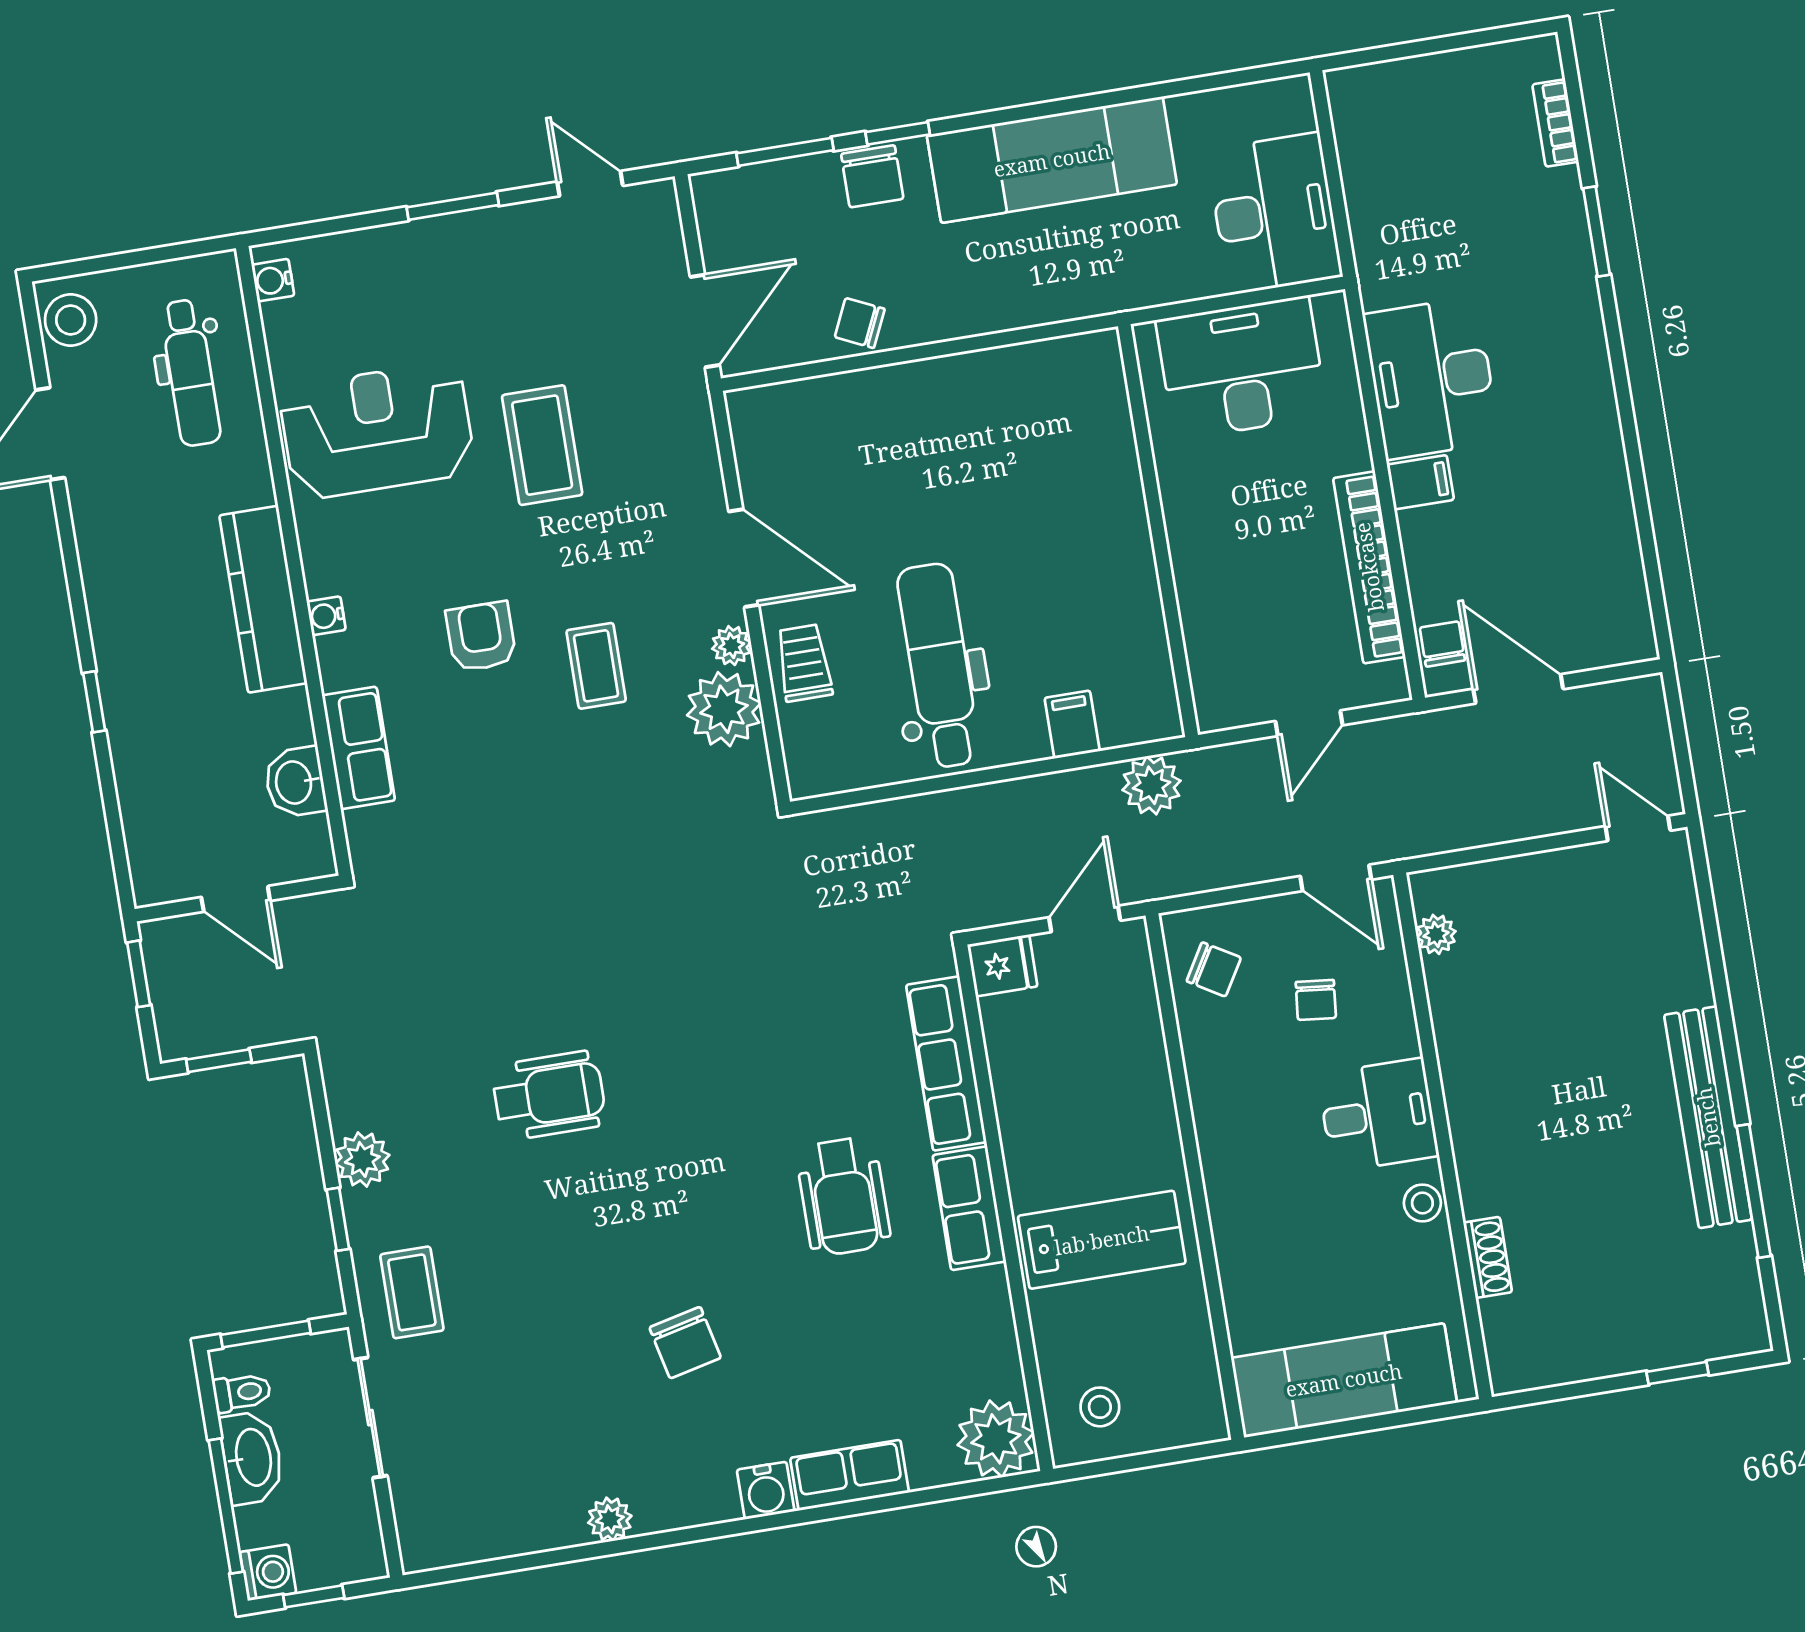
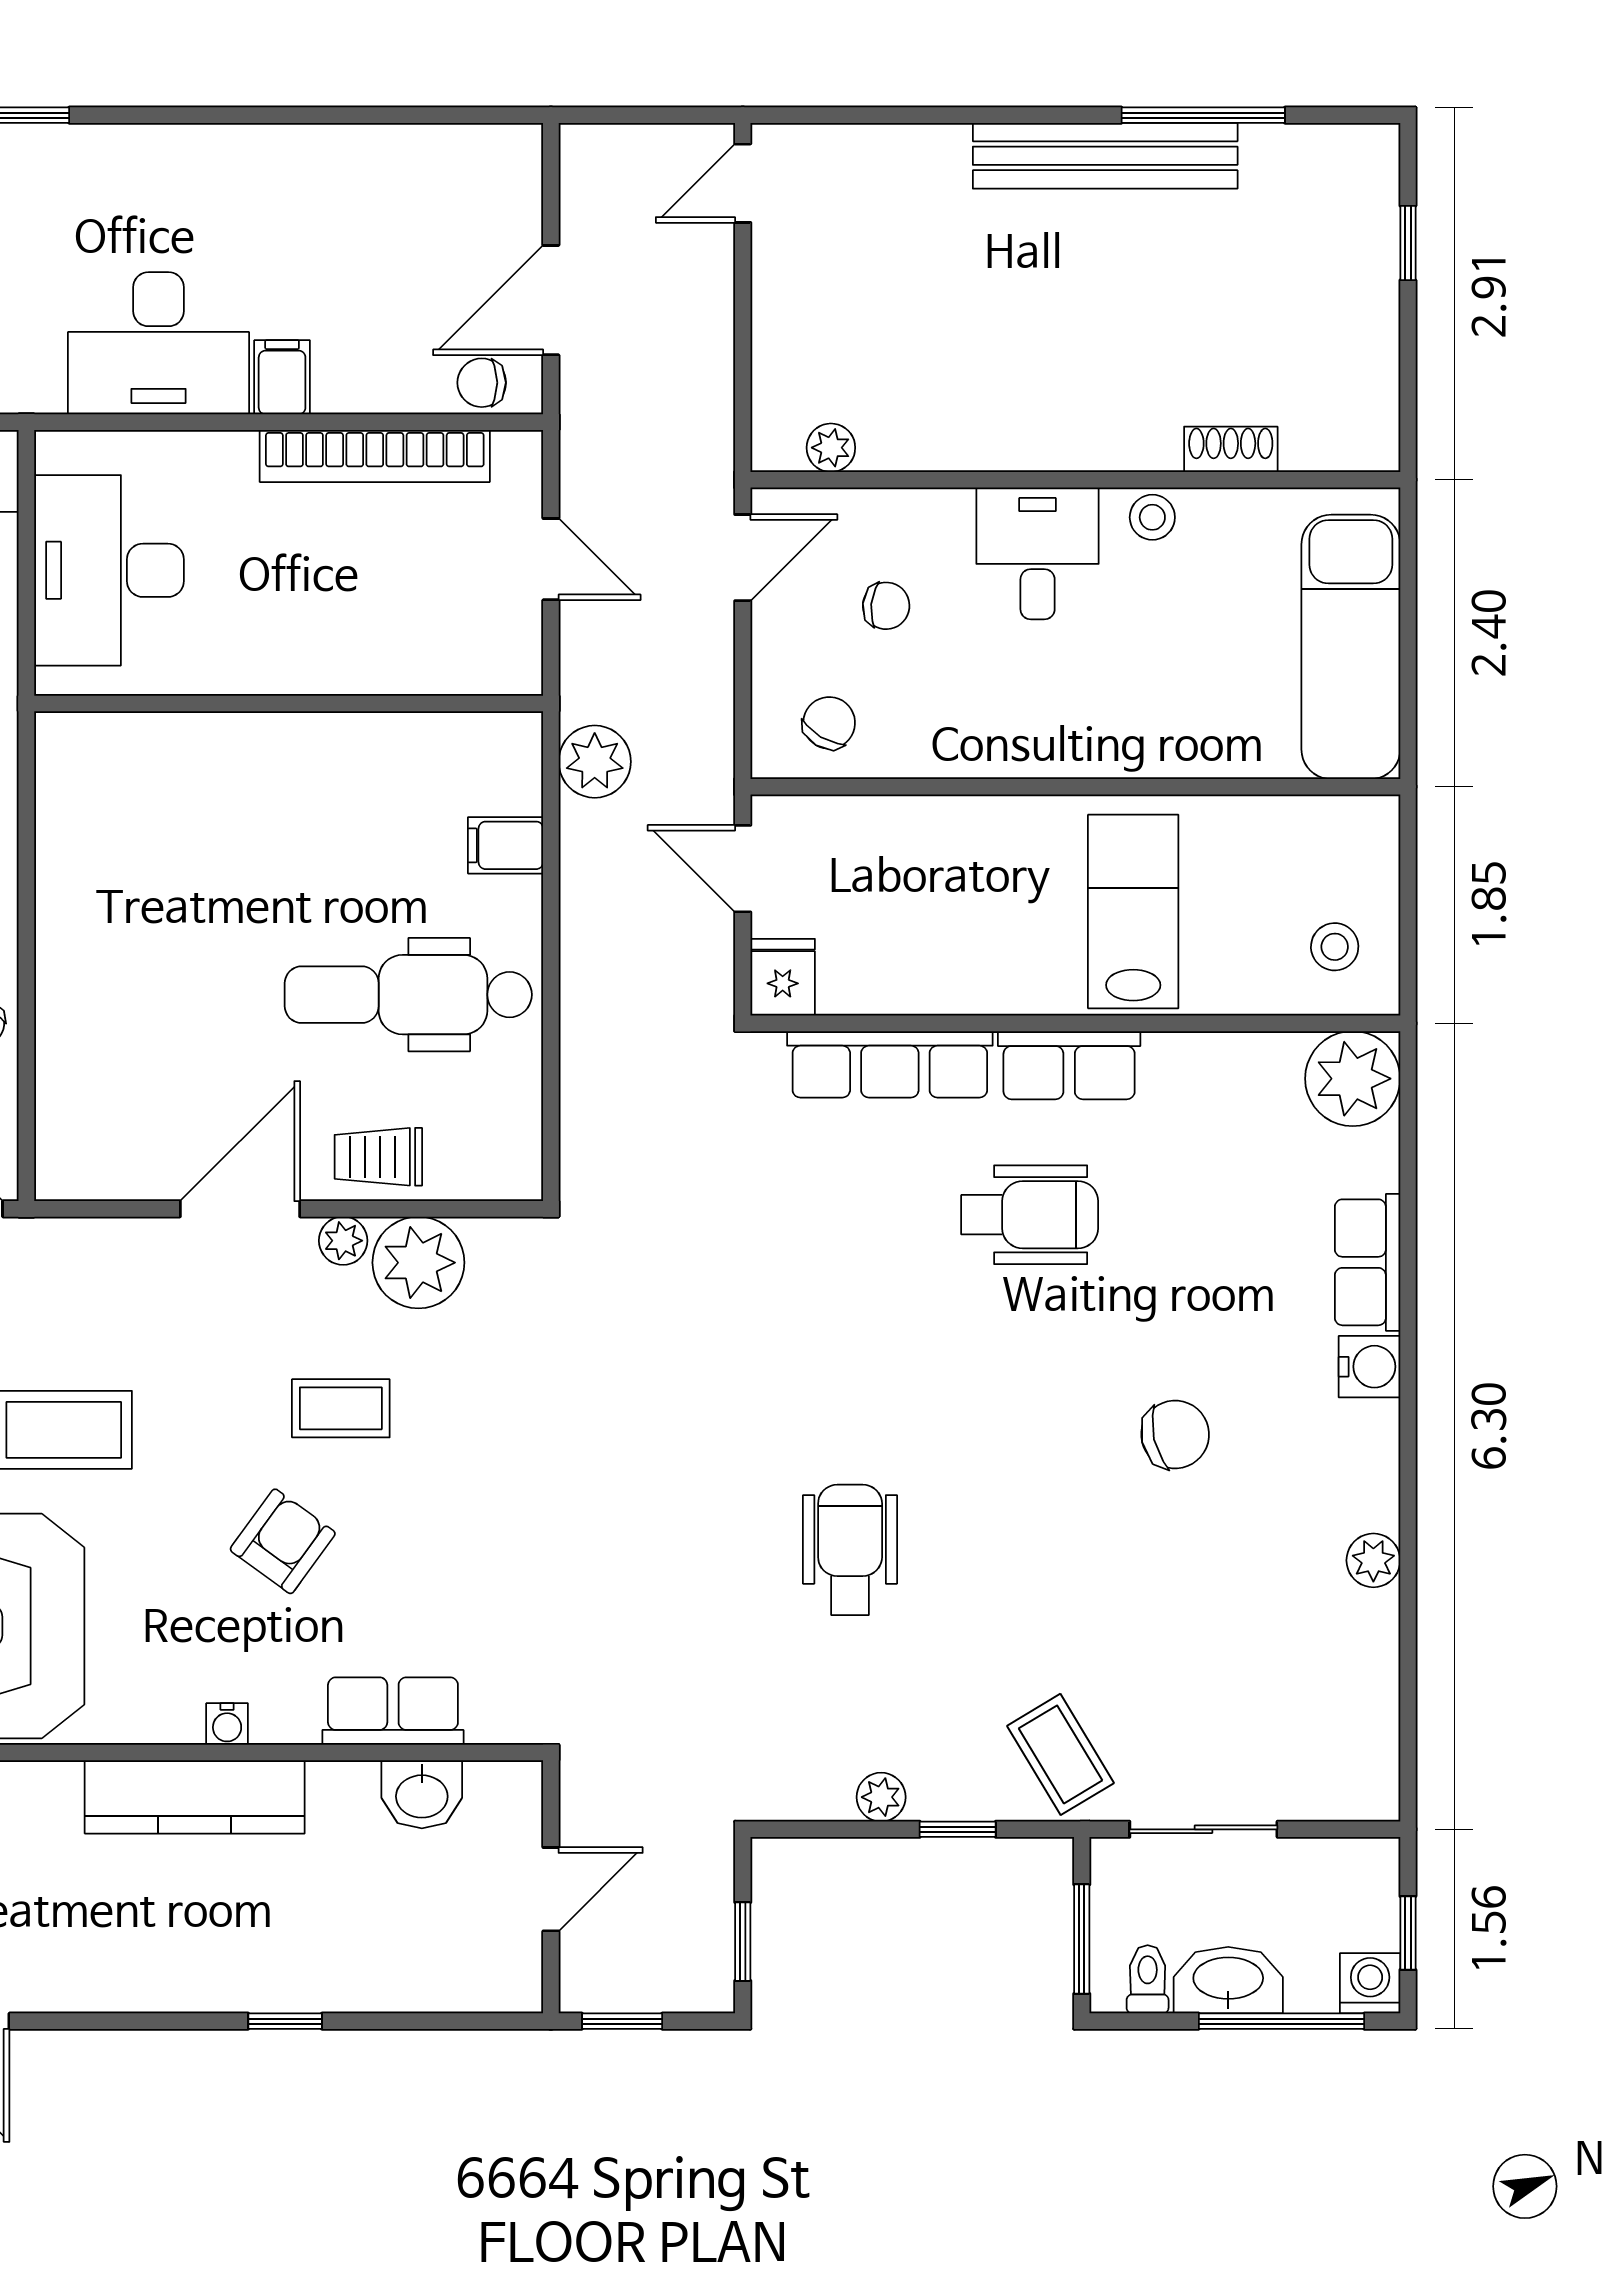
armchair: (481, 637) -> (283, 1541), turned 126
plant: (362, 1159) -> (881, 1797), width x0.73, depth x0.73
coffee table: (412, 1292) -> (1061, 1754), turned 59

